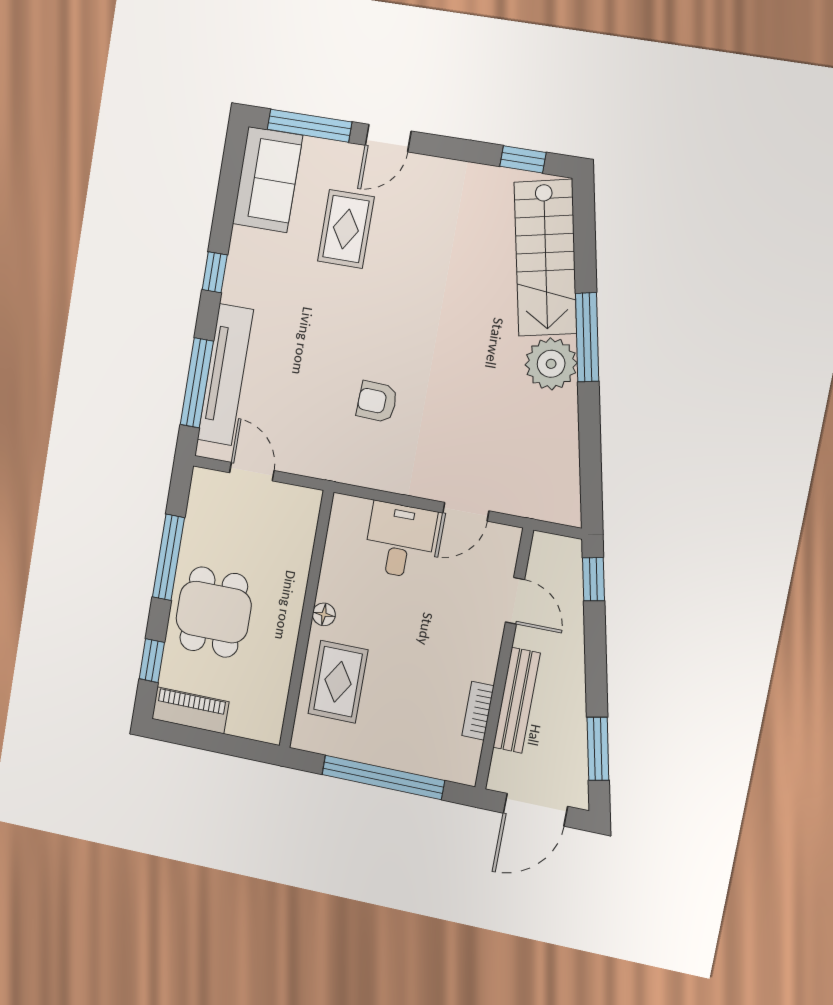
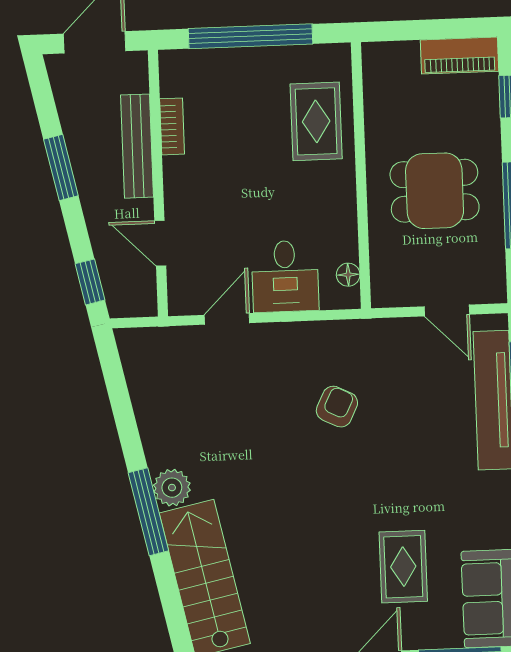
plant: (551, 364) -> (172, 488), width x0.73, depth x0.73
armchair: (377, 402) -> (337, 407), turned -66
dining table: (214, 612) -> (435, 191), moved, turned 90
floor lamp: (324, 614) -> (348, 275), moved
window: (598, 749) -> (61, 168), moved

